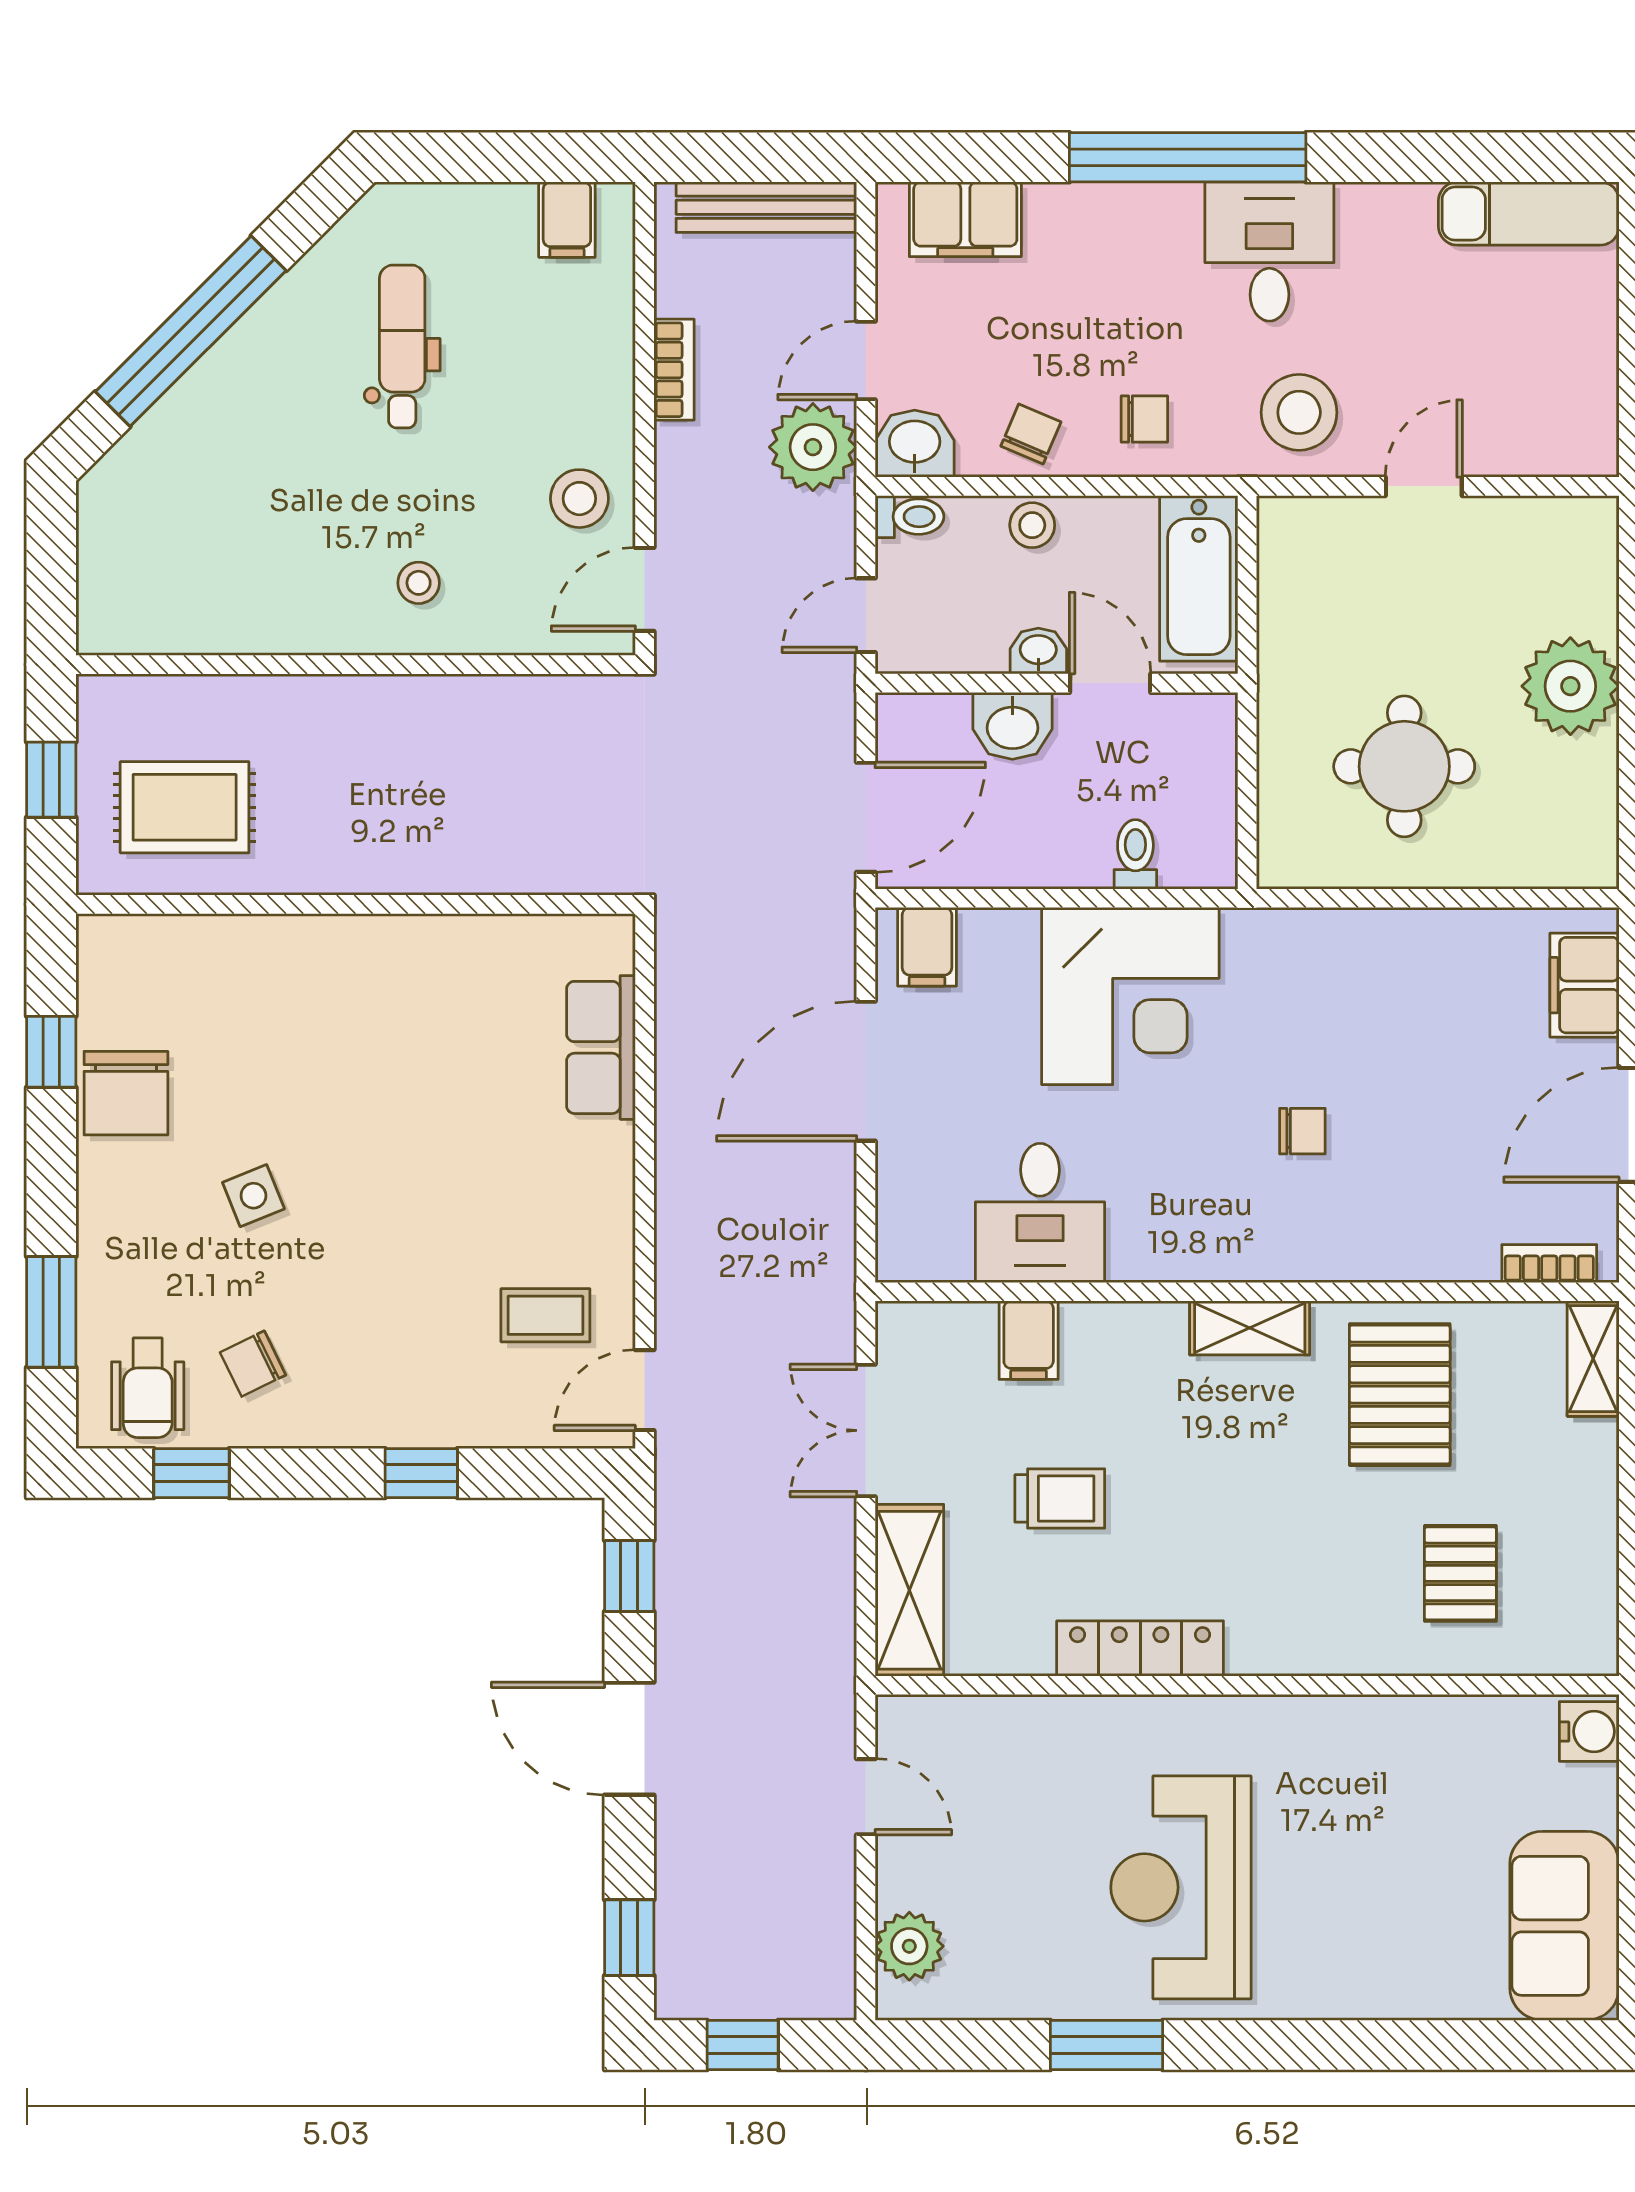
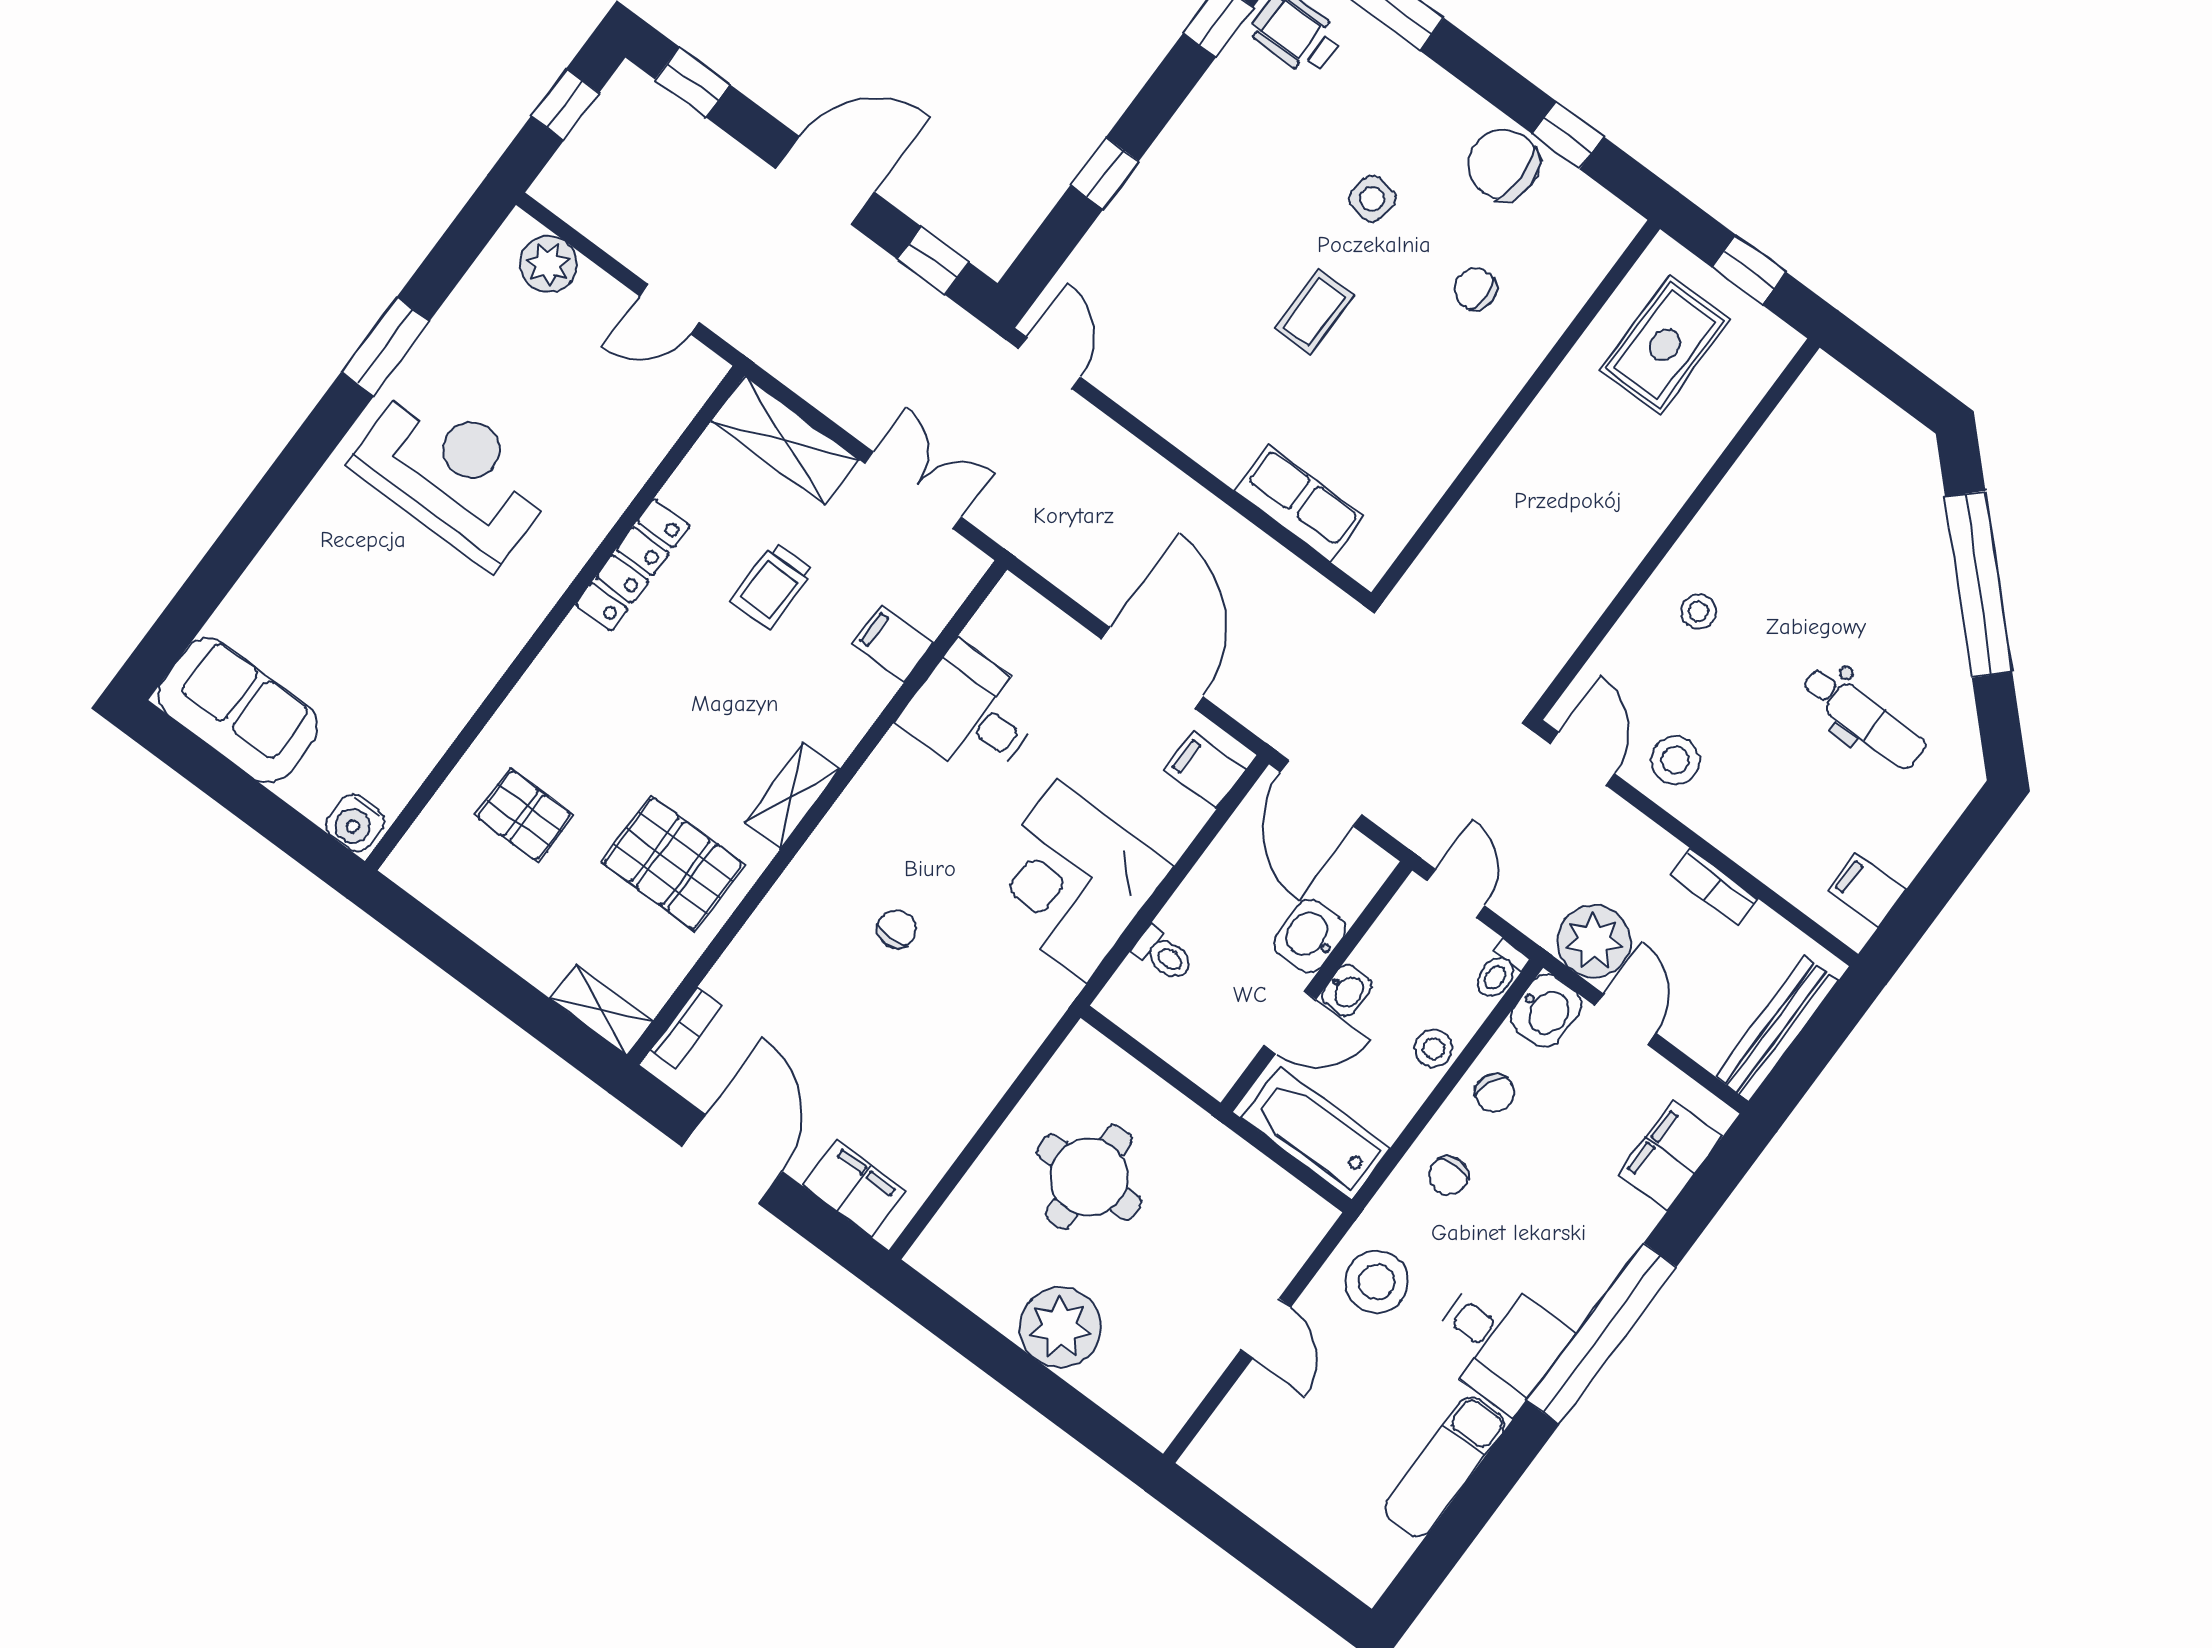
exam couch: (1529, 214) -> (1445, 1467), moved
chair: (1302, 1131) -> (897, 929), turned 180
side table: (253, 1196) -> (1372, 199), turned 31
coffee table: (545, 1315) -> (1314, 312), moved
chair: (253, 1364) -> (1475, 289), moved, turned -64

